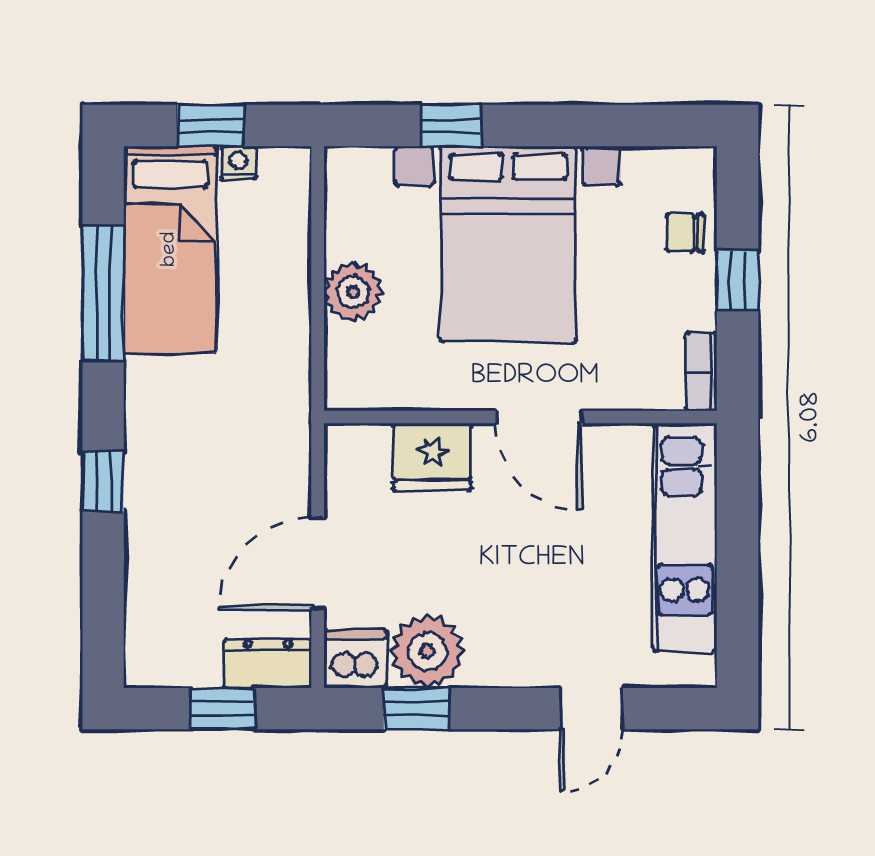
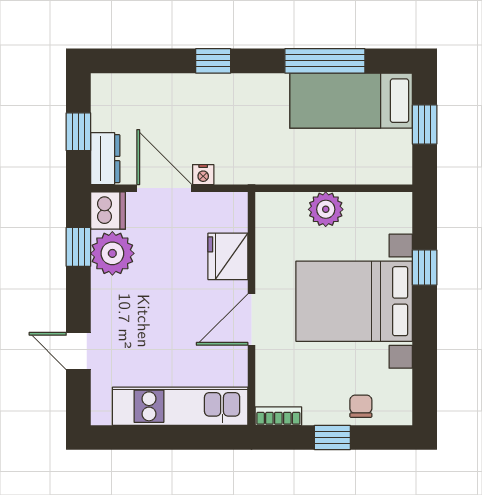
nightstand: (238, 163) -> (203, 175), moved, turned 90

